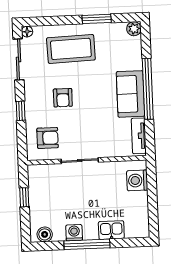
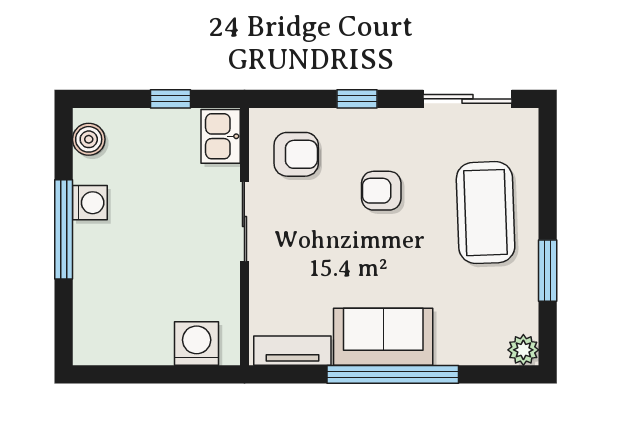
floor lamp: (27, 32) -> (527, 120), removed
armchair: (48, 138) -> (296, 154), turned -90
kitchen sink: (111, 230) -> (221, 136), moved, turned 180

